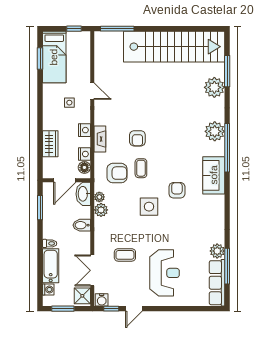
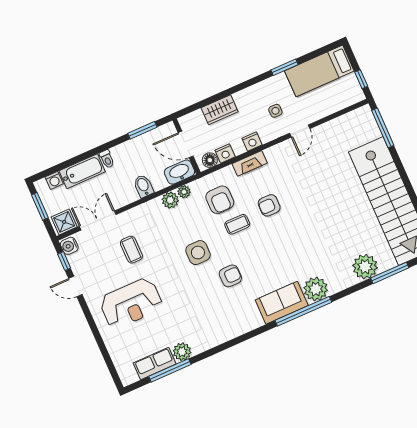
window: (40, 58) -> (285, 67), moved
sofa: (214, 175) -> (282, 303), moved
row of seats: (217, 283) -> (155, 363), width x0.68

